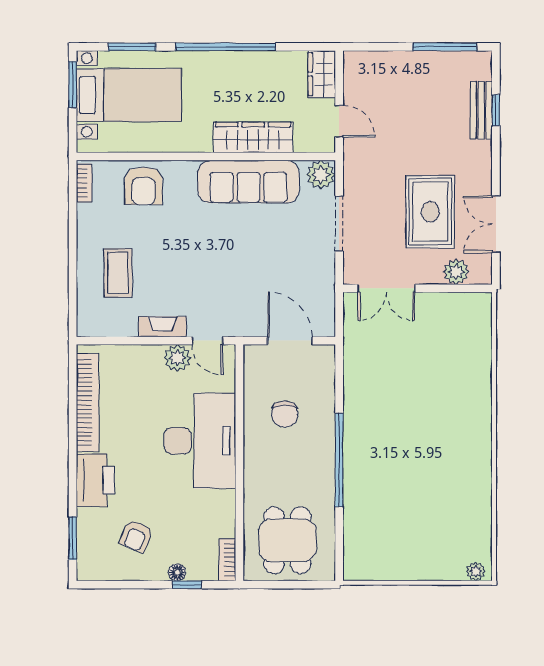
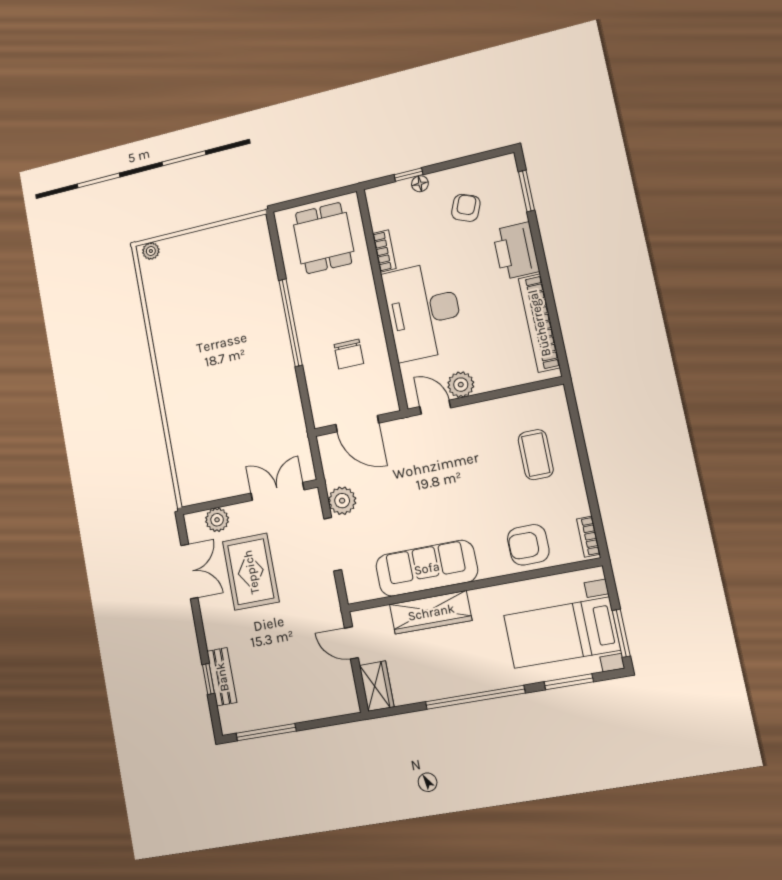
plant: (321, 175) -> (342, 501), moved
armchair: (144, 186) -> (528, 545), turned -90
fireplace: (162, 327) -> (481, 411), removed
chair: (285, 414) -> (349, 354), turned 180
bookcase: (227, 560) -> (384, 251), moved

